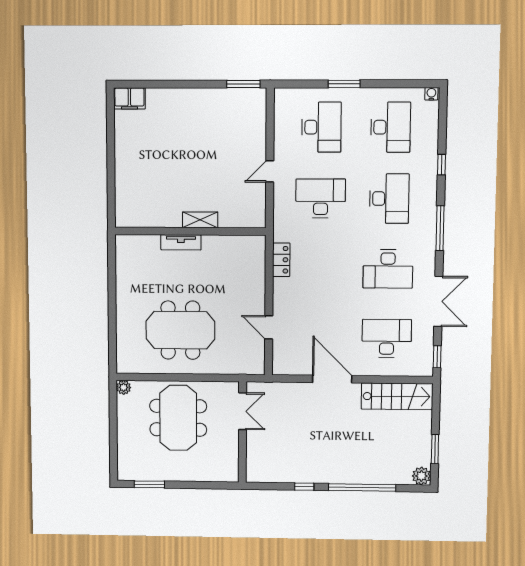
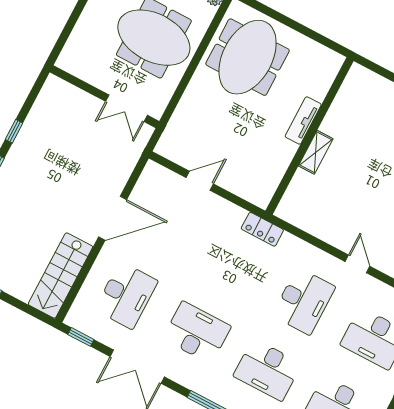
shelving: (200, 220) -> (316, 152), moved
wall: (190, 231) -> (310, 136), moved
tv unit: (181, 242) -> (303, 121), moved
desk: (388, 269) -> (197, 333), turned 90
meeting table: (180, 330) -> (248, 57), moved

